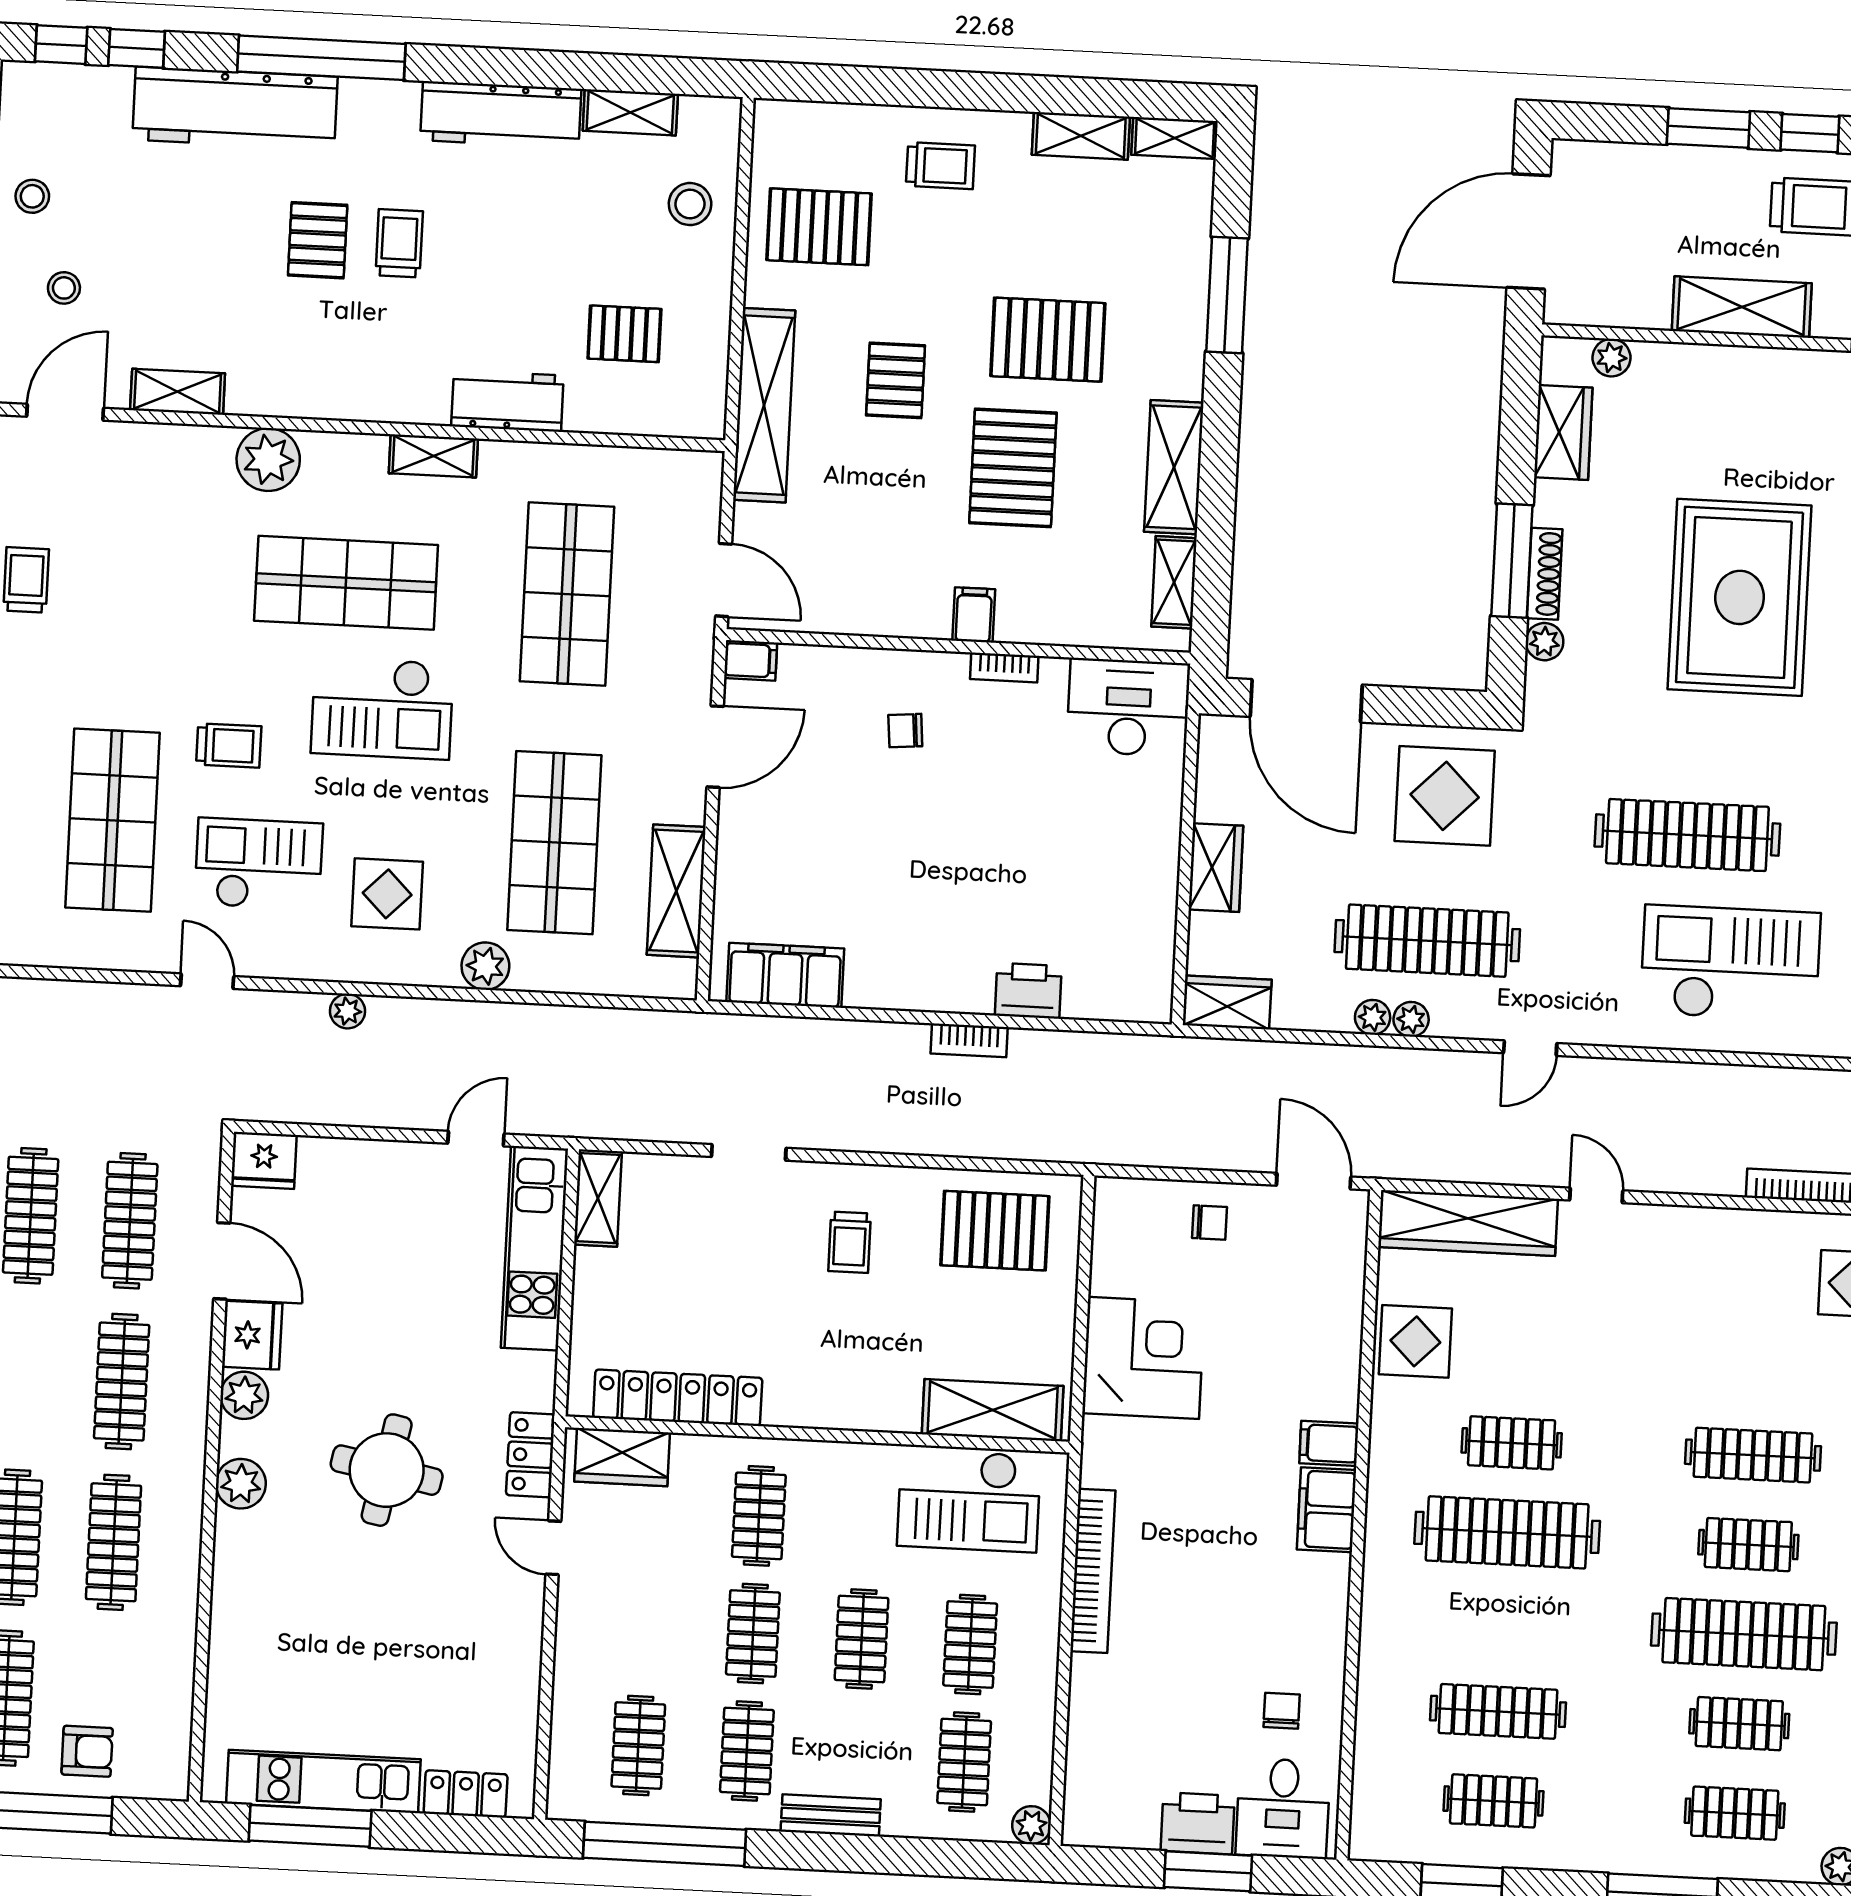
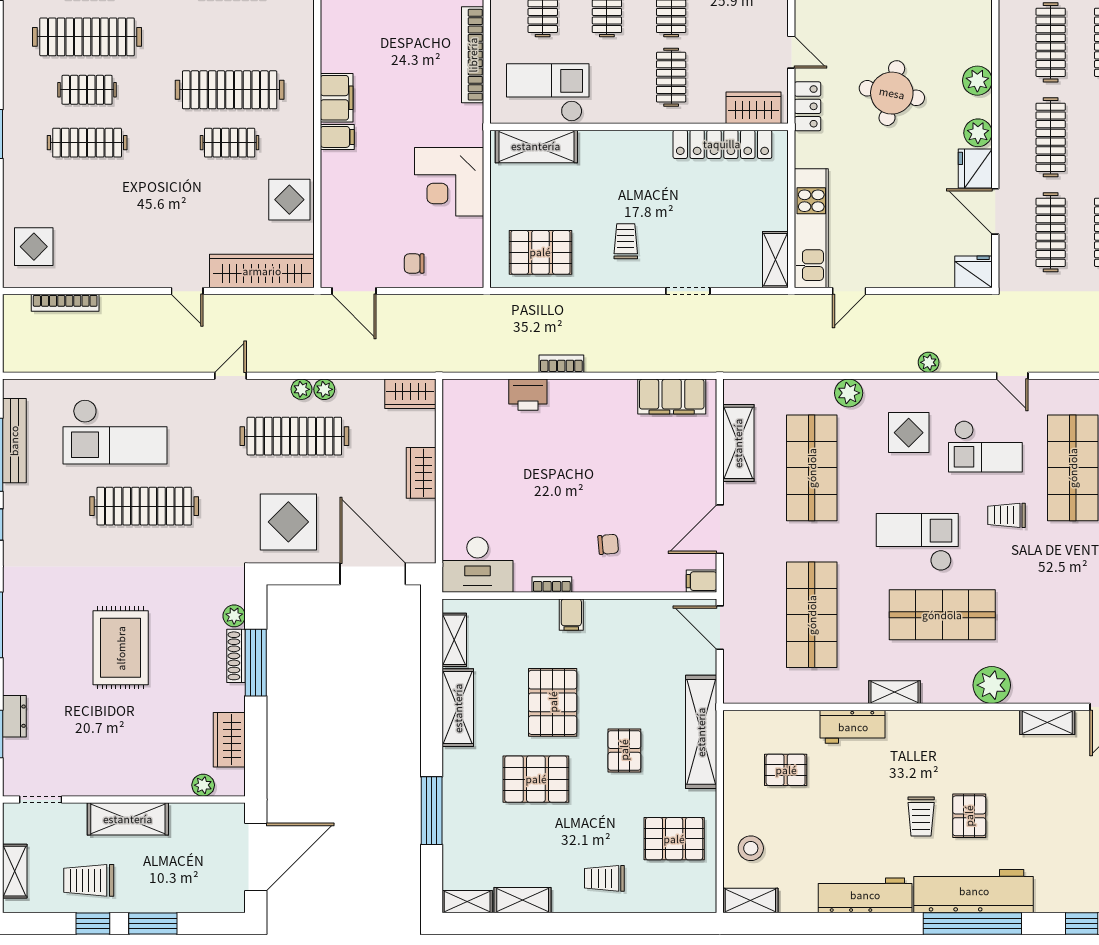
workbench: (235, 108) -> (974, 891), moved
shelving: (630, 112) -> (750, 901), moved
rug: (1740, 597) -> (121, 648), width x0.73, depth x0.69

